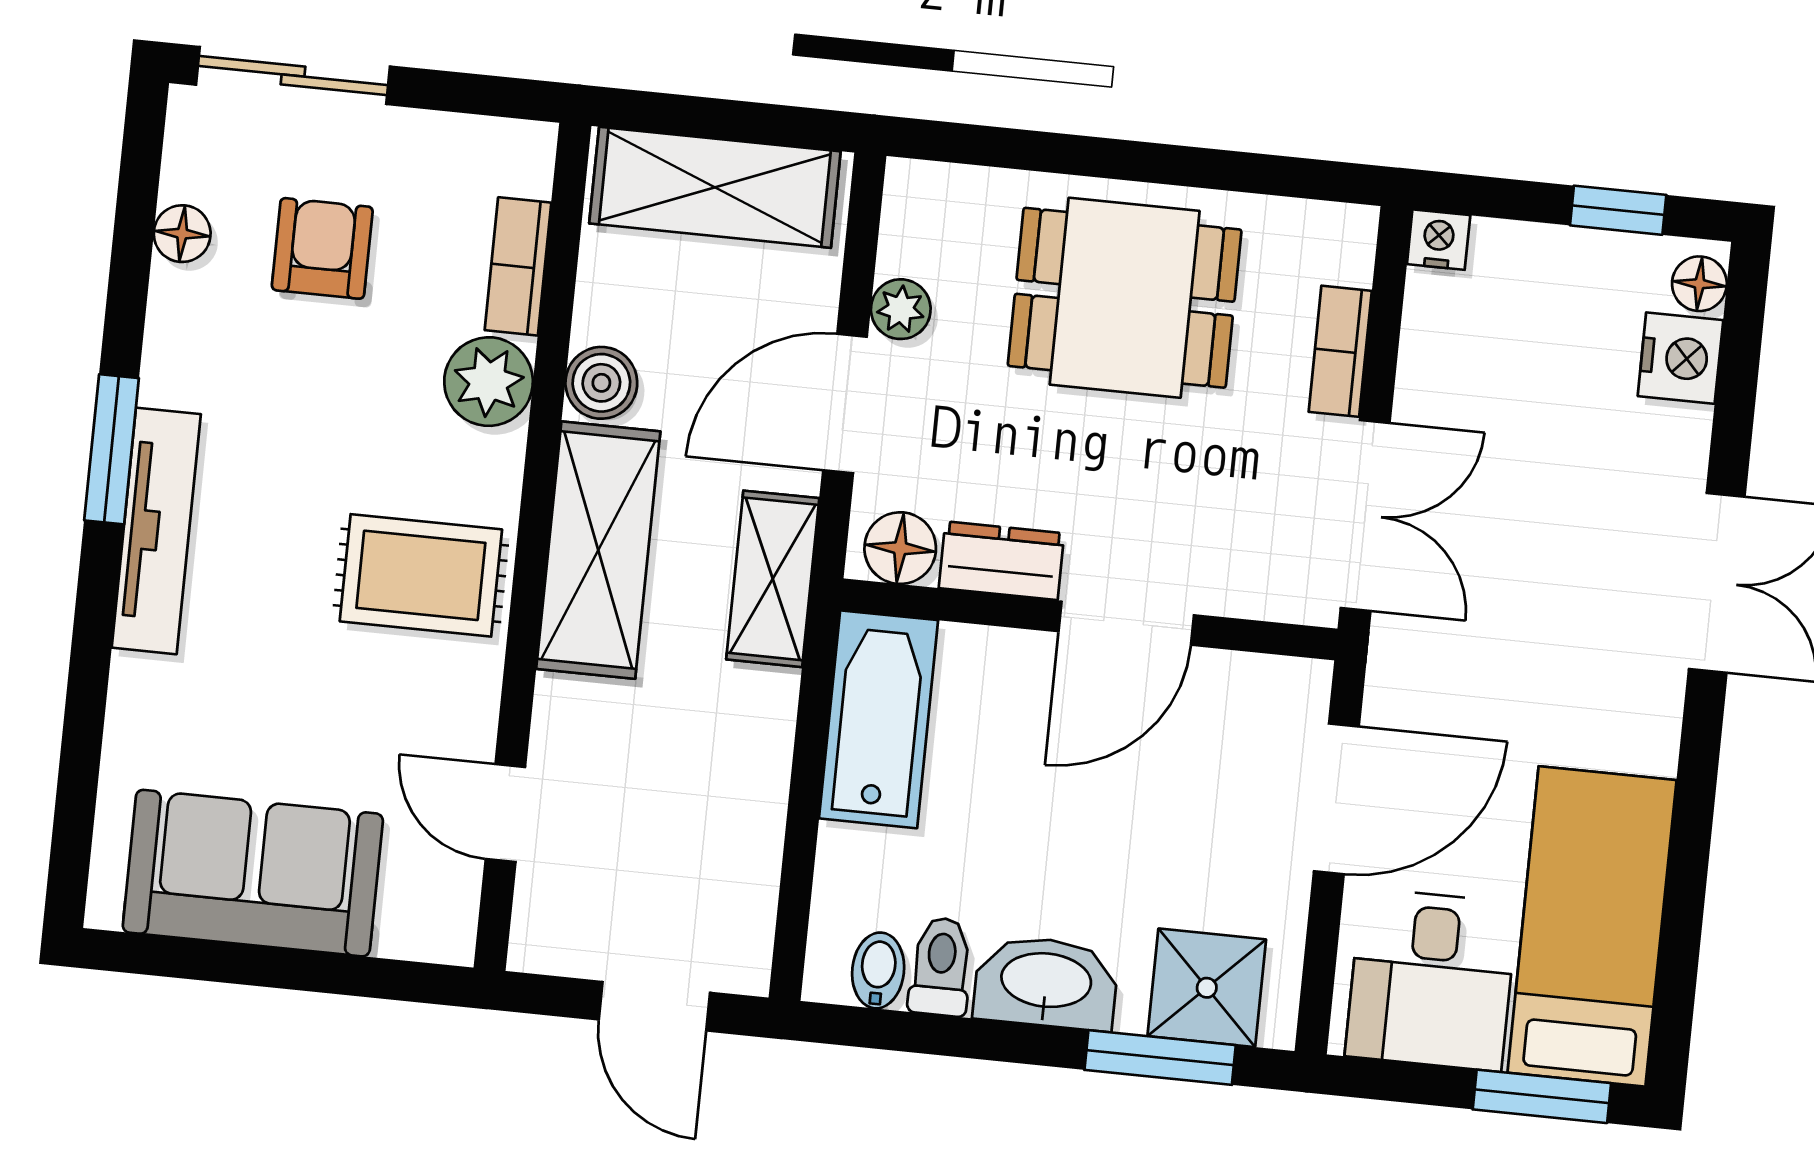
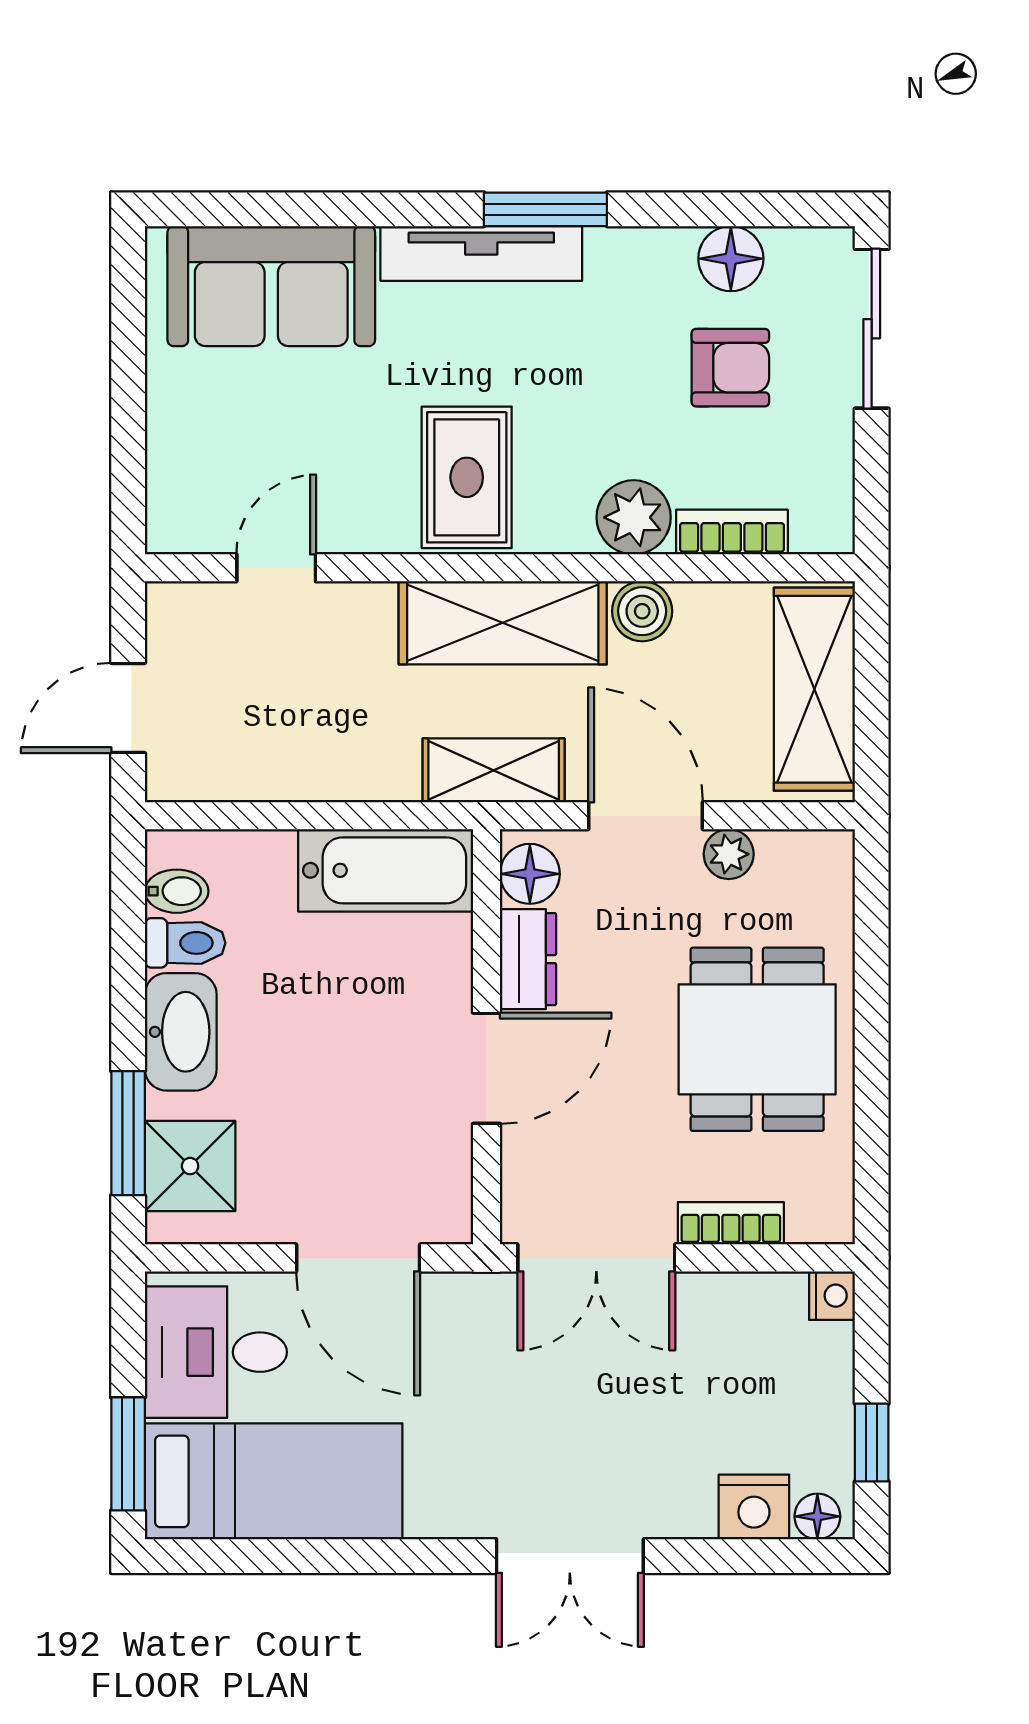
floor lamp: (182, 234) -> (731, 259), width x1.37, depth x1.37
door: (1126, 623) -> (486, 1068), swing flipped
sofa: (253, 873) -> (271, 286), moved, turned 90

